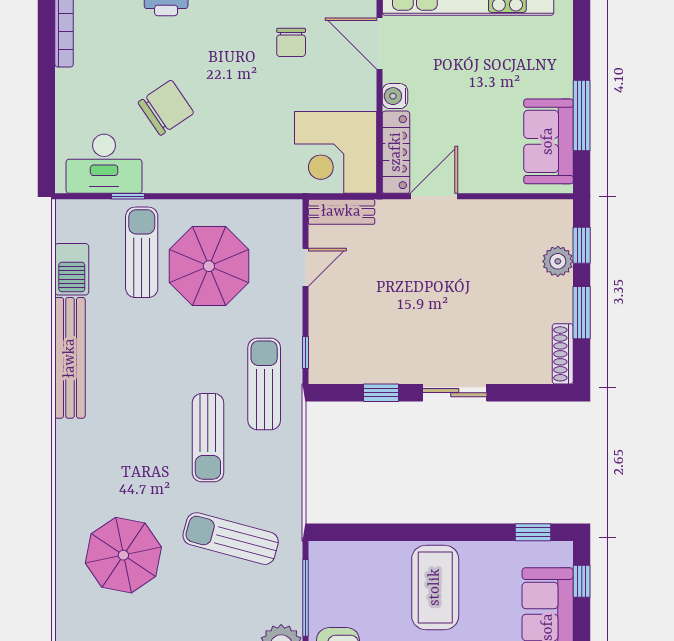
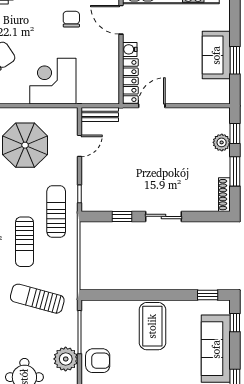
chair: (291, 42) -> (71, 19), turned 180
window: (582, 115) -> (235, 60), width x0.69
sofa: (548, 141) -> (216, 55), moved
corner desk: (336, 152) -> (53, 81), moved, turned 90

